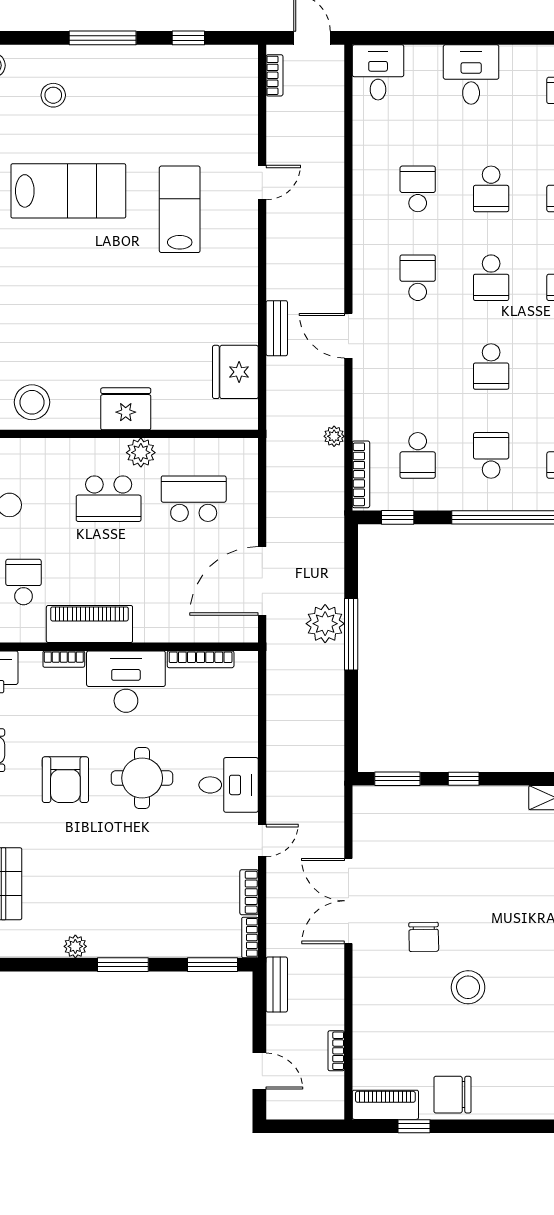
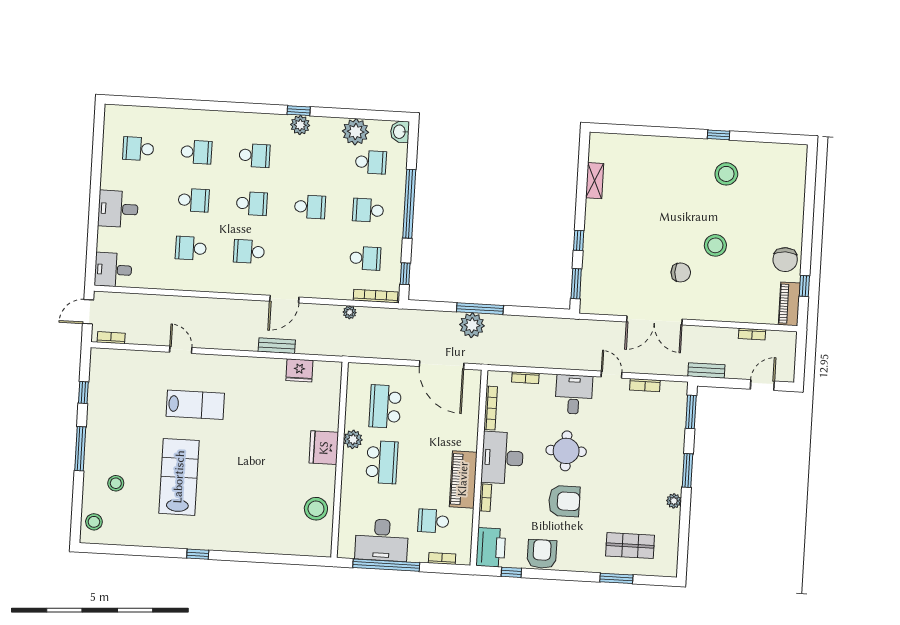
lab bench: (180, 209) -> (195, 405), turned 180
fridge: (235, 372) -> (299, 370), width x0.73, depth x0.75
bookcase: (250, 937) -> (525, 378), moved

